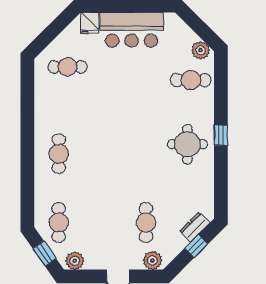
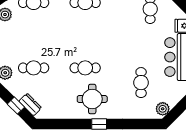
cafe table: (191, 80) -> (141, 83), moved
cafe table: (146, 154) -> (85, 68), added

